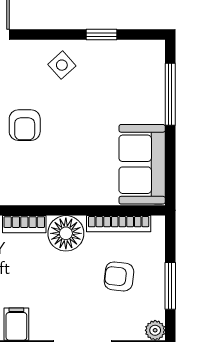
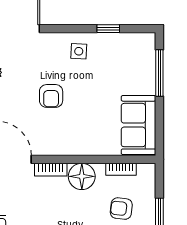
side table: (62, 65) -> (79, 51), turned 45
bookcase: (119, 224) -> (121, 169), width x0.64

